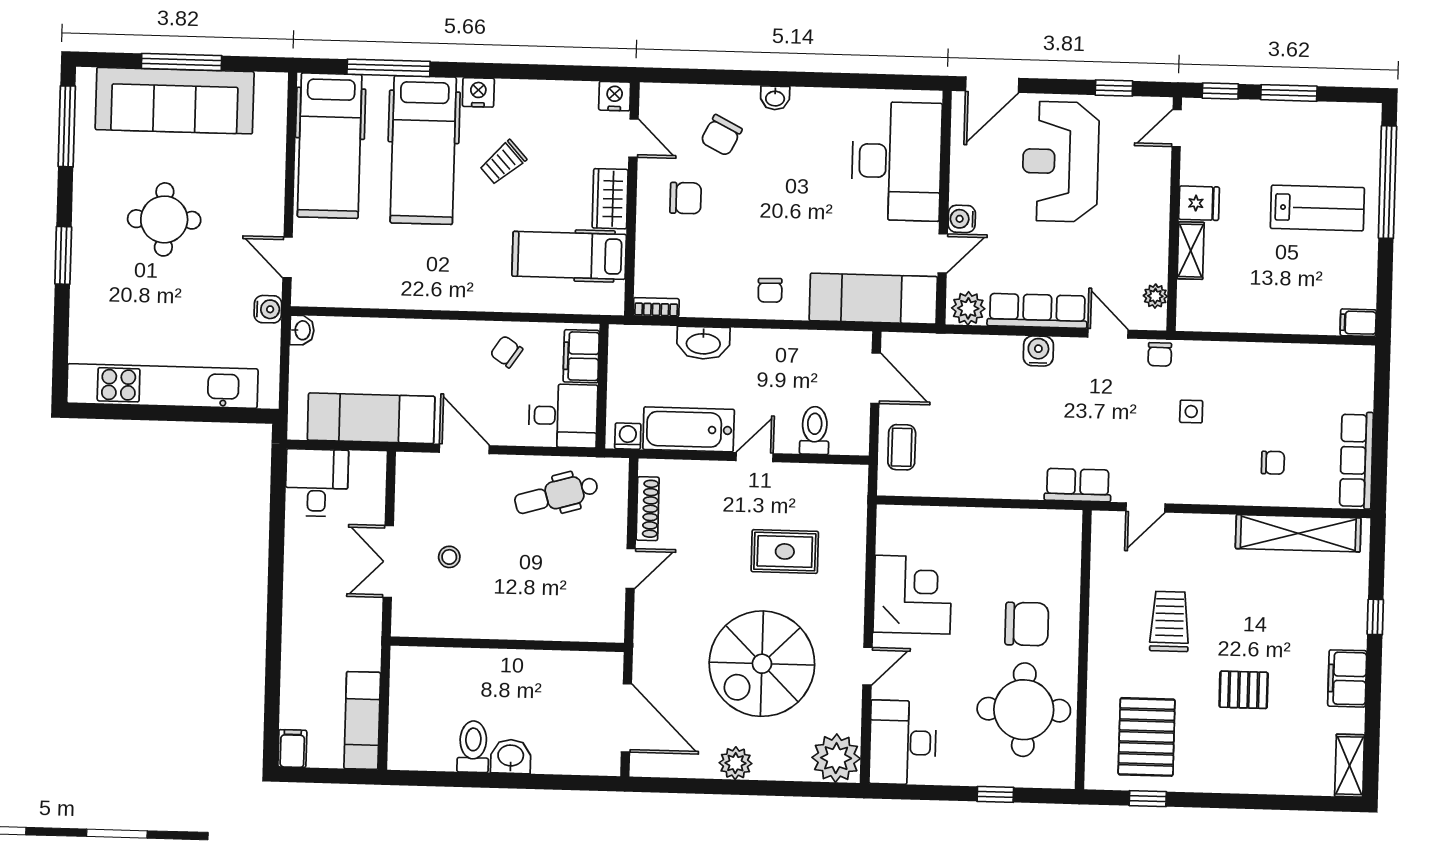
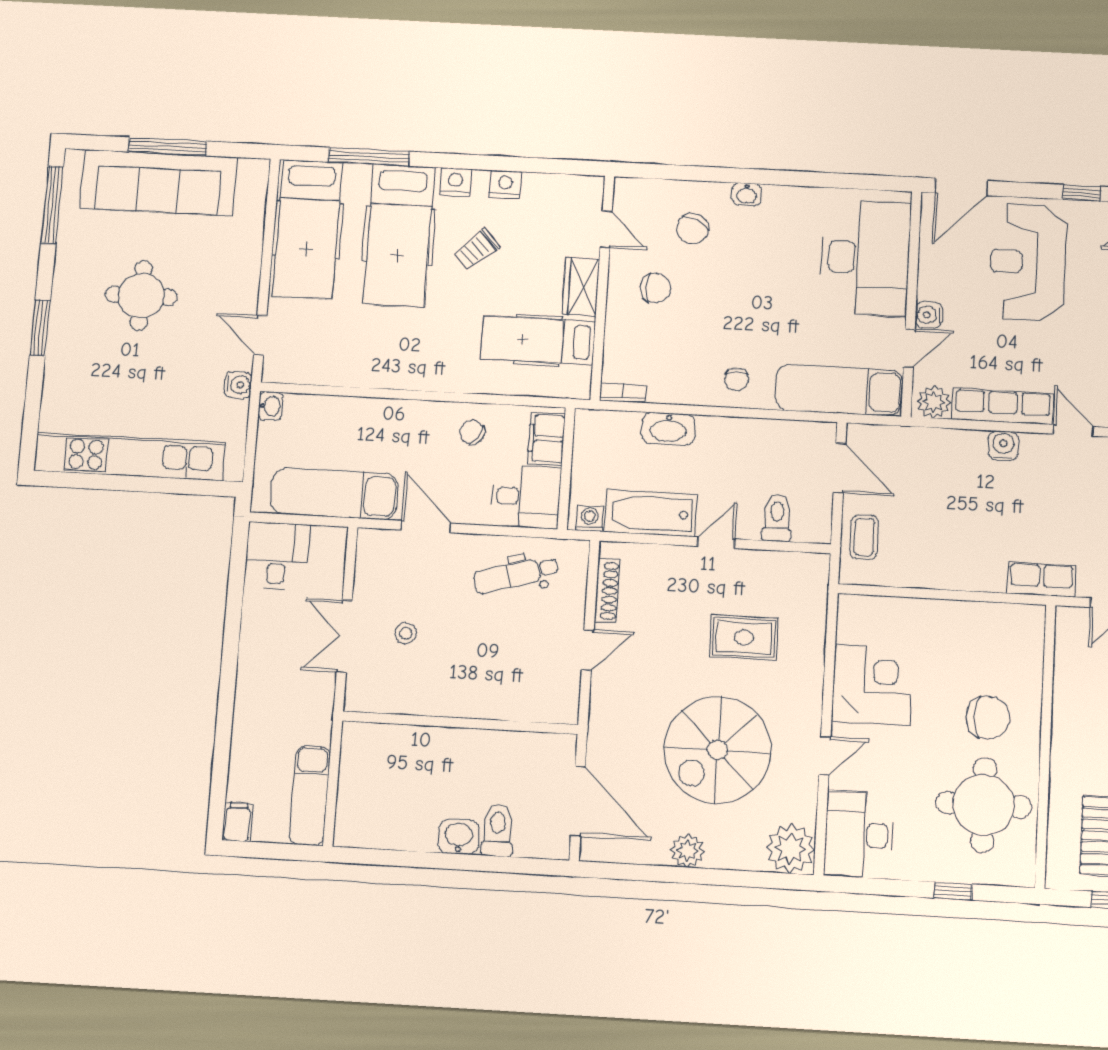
nightstand: (615, 96) -> (505, 184), moved
toilet: (473, 747) -> (498, 830), moved

